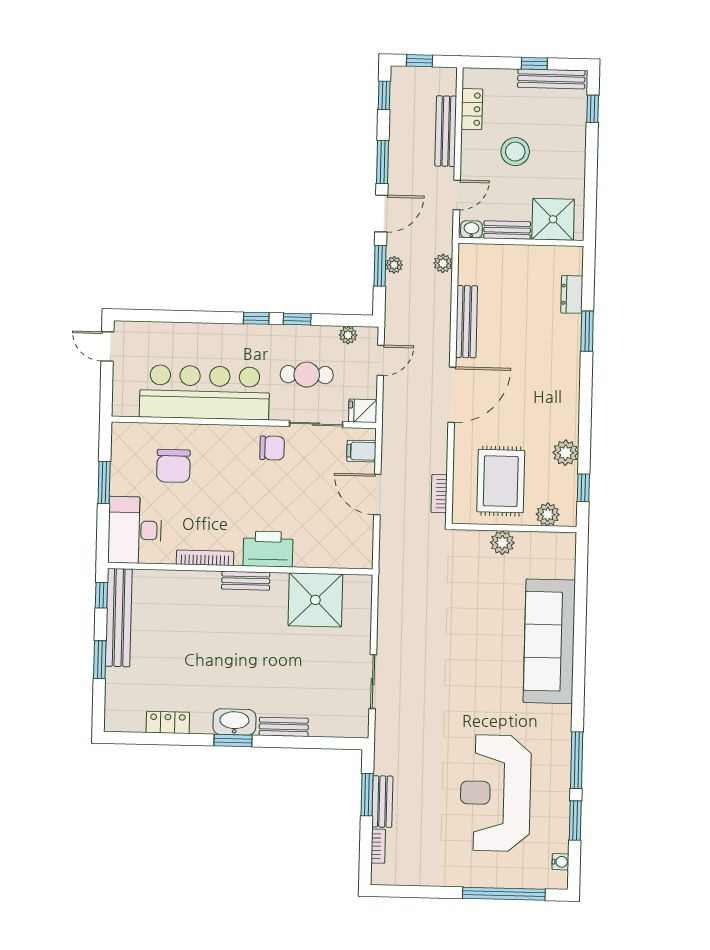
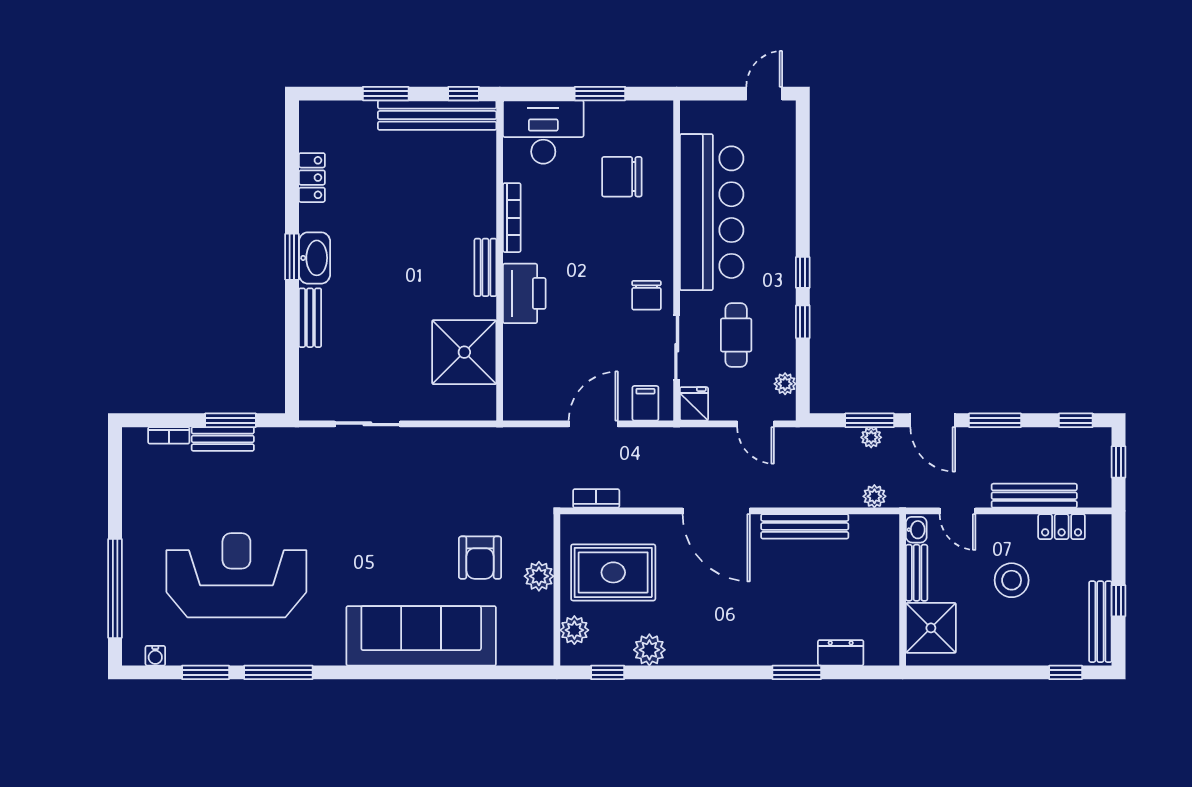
armchair: (486, 591) -> (480, 558), added

